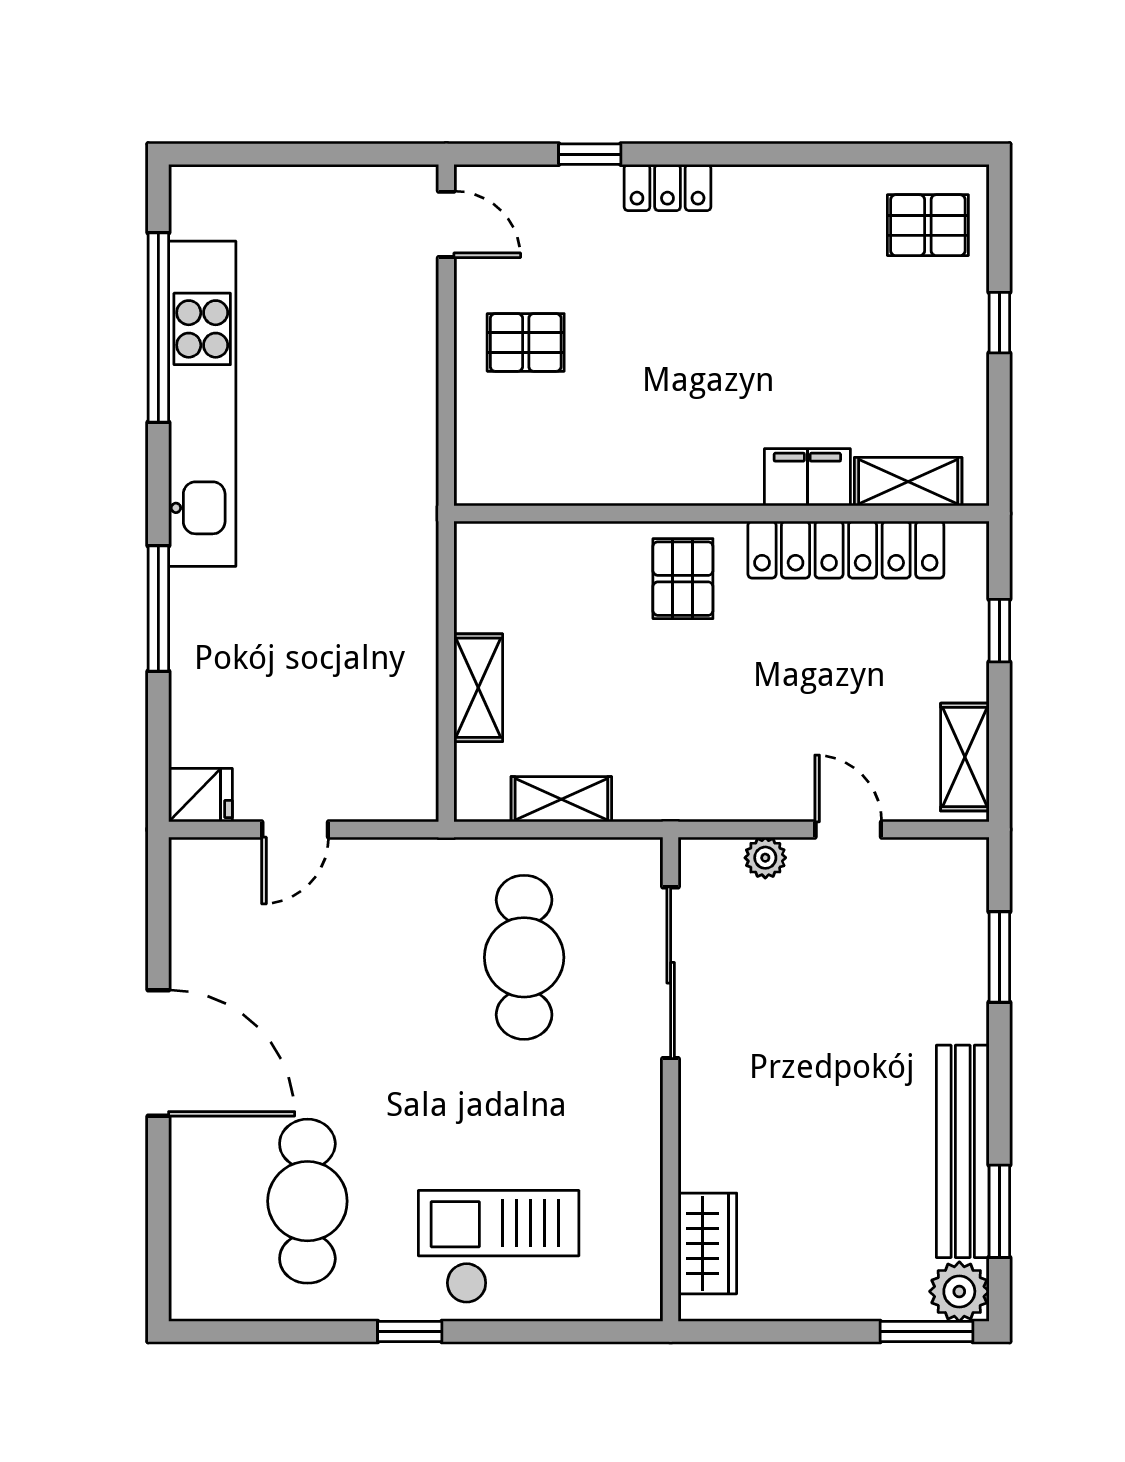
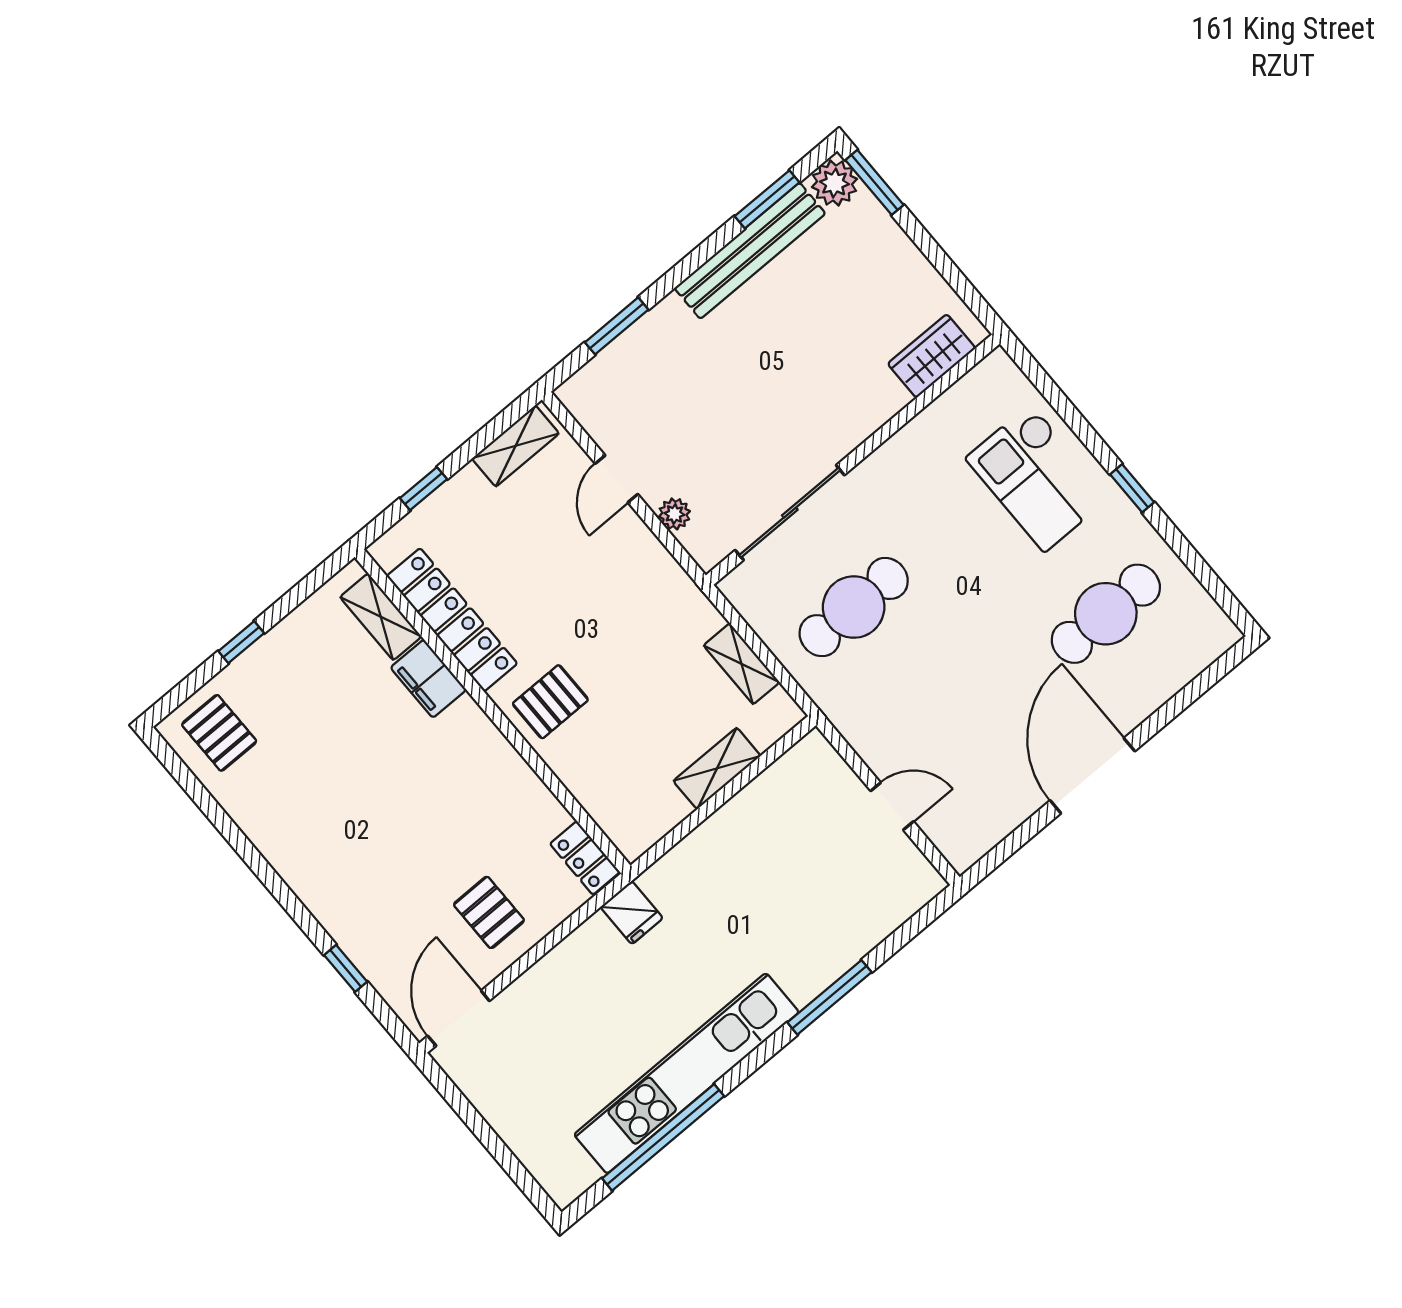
locker: (667, 188) -> (585, 858), moved, turned 180
door: (446, 224) -> (459, 1018), width x1.38
fridge: (200, 795) -> (632, 913), moved, turned 180

